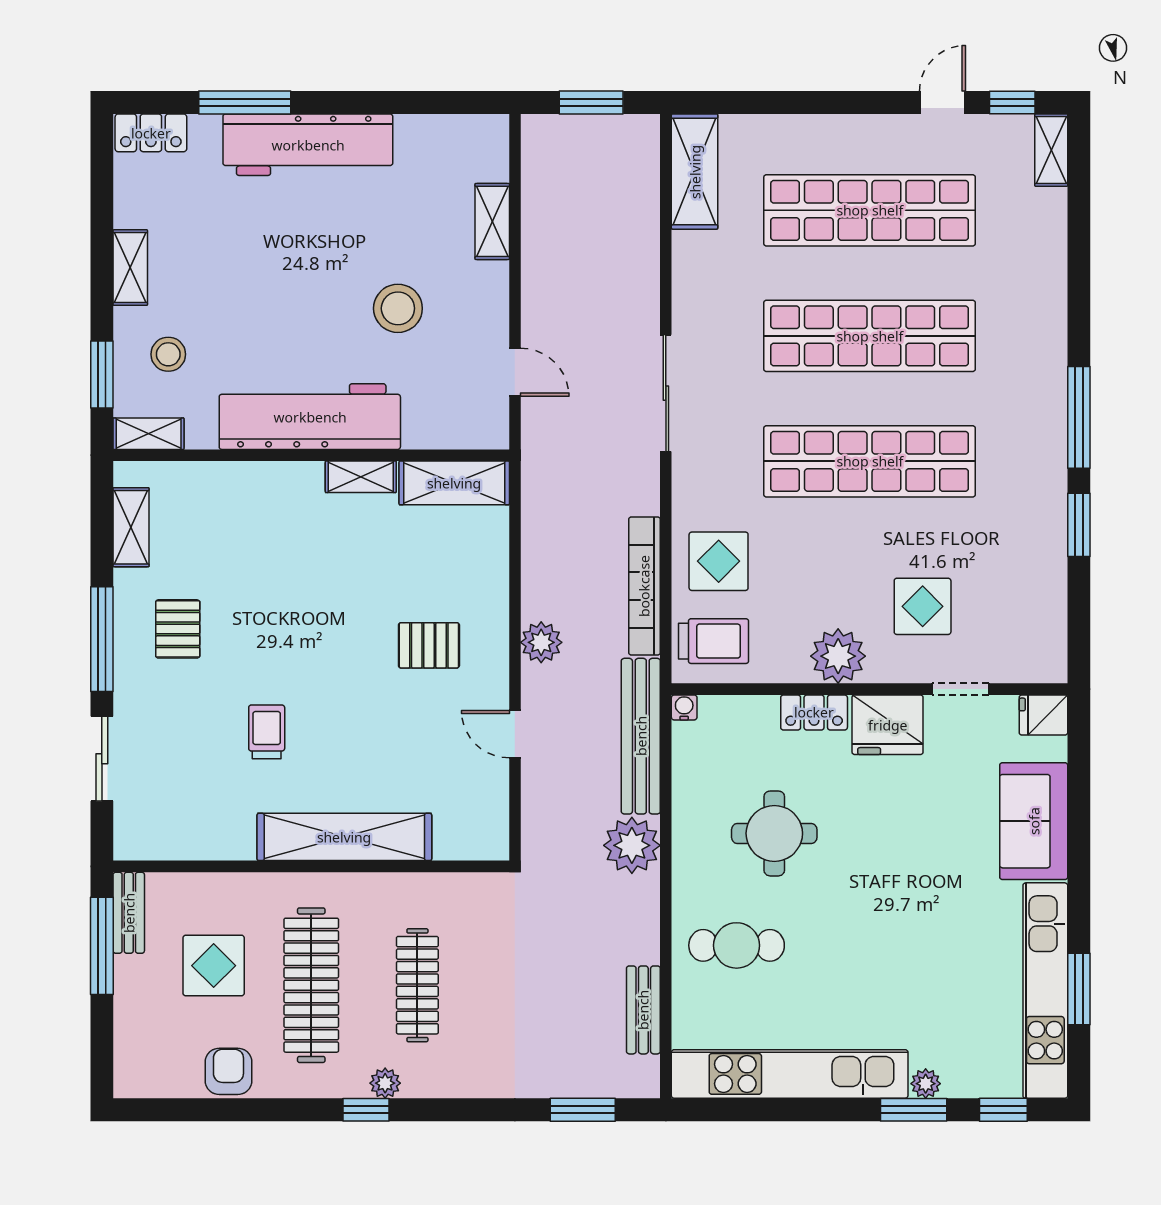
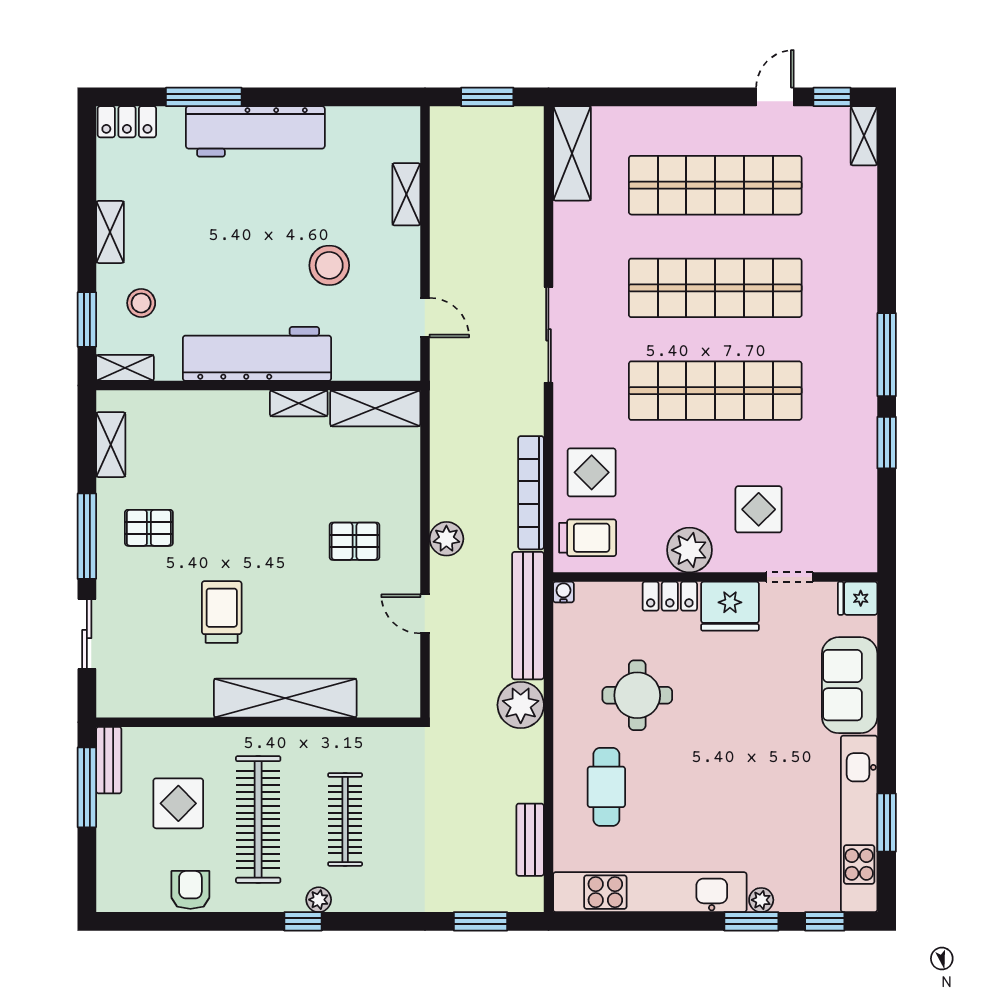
pallet: (178, 629) -> (149, 528), turned 90
trolley: (267, 732) -> (222, 612), width x1.36, depth x1.39
cafe table: (737, 945) -> (606, 787), turned 90

